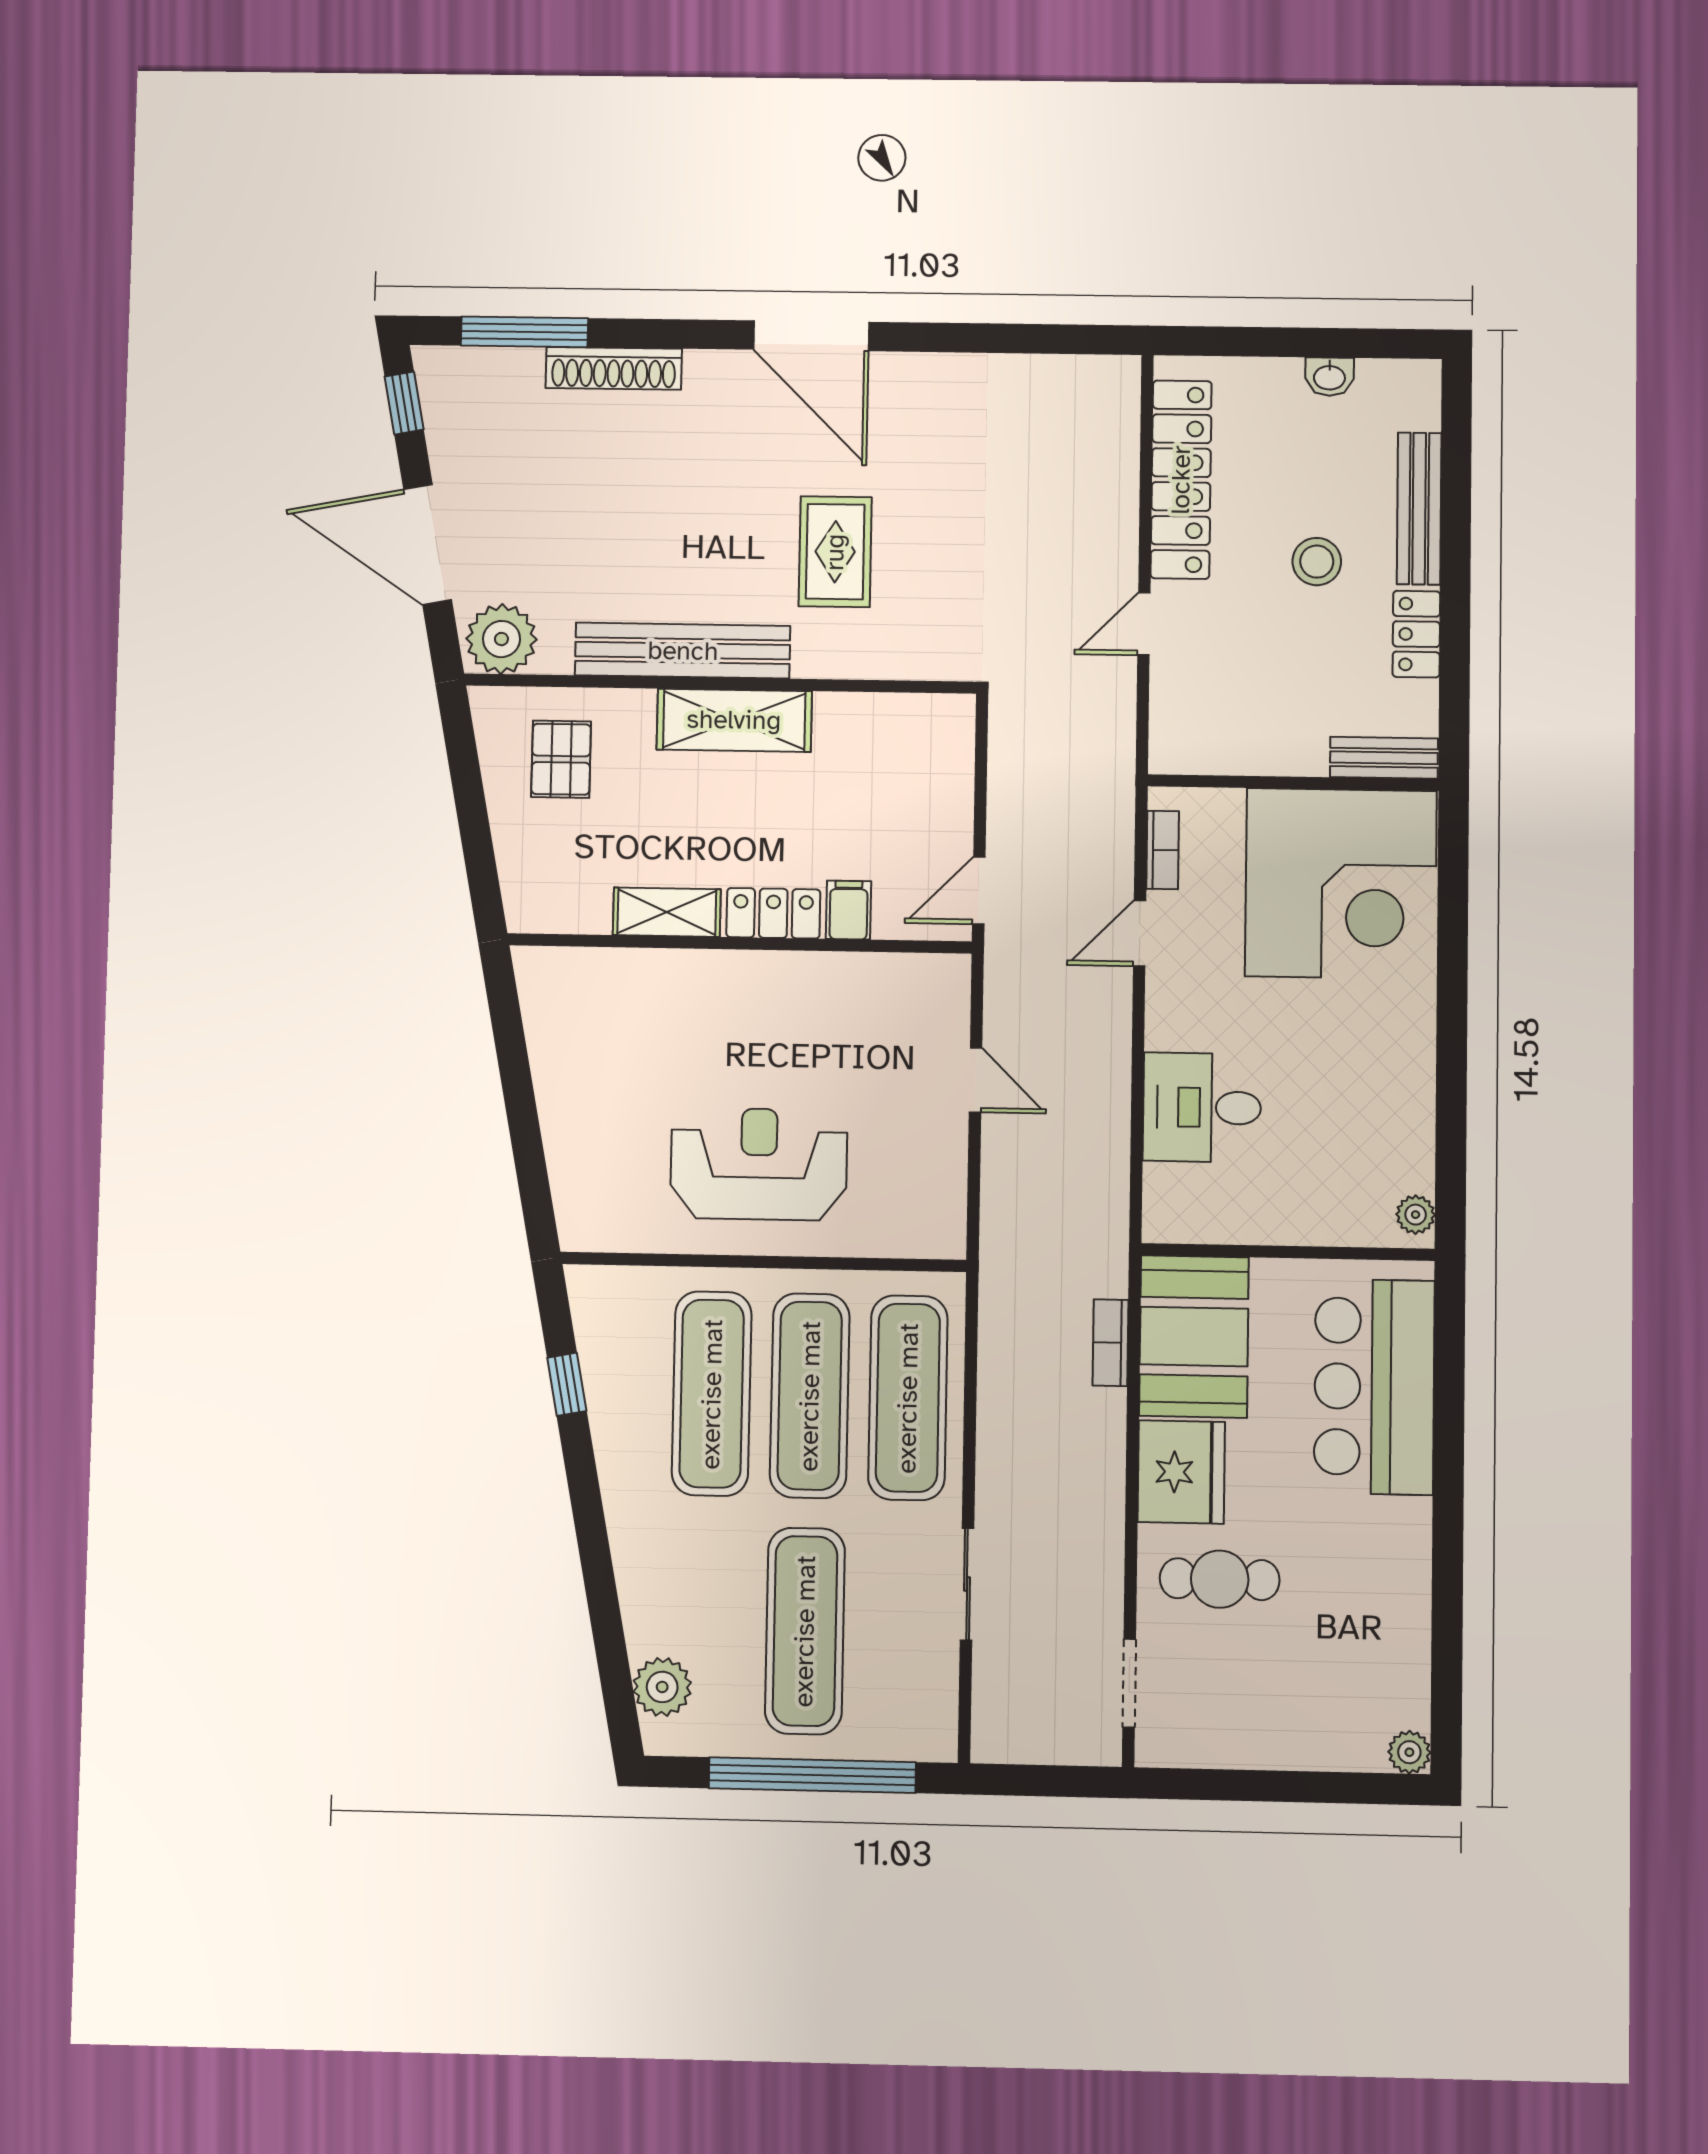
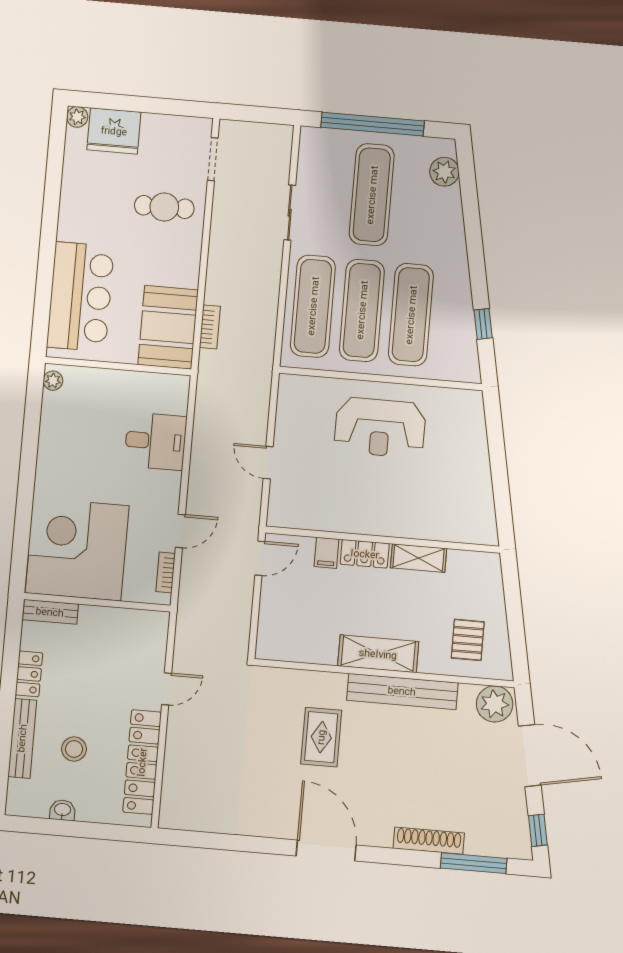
stool: (1317, 562) -> (74, 749), moved
fridge: (1181, 1472) -> (114, 131), moved, turned -90

